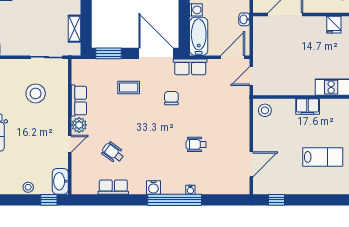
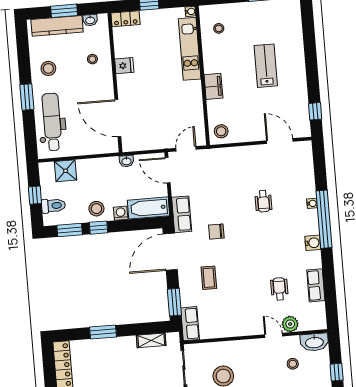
door: (251, 76) -> (186, 149), swing flipped
row of seats: (79, 101) -> (190, 324), moved, turned 90
plant: (79, 125) -> (290, 324), moved
wheelchair: (113, 153) -> (279, 289), turned 144
stool: (28, 187) -> (293, 364), moved
window: (49, 200) -> (337, 372), moved

